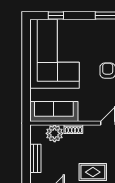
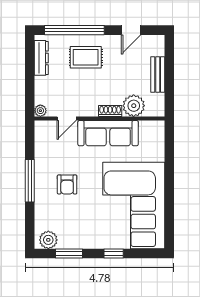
window: (56, 15) -> (114, 254), moved
sofa: (54, 112) -> (108, 133), moved

